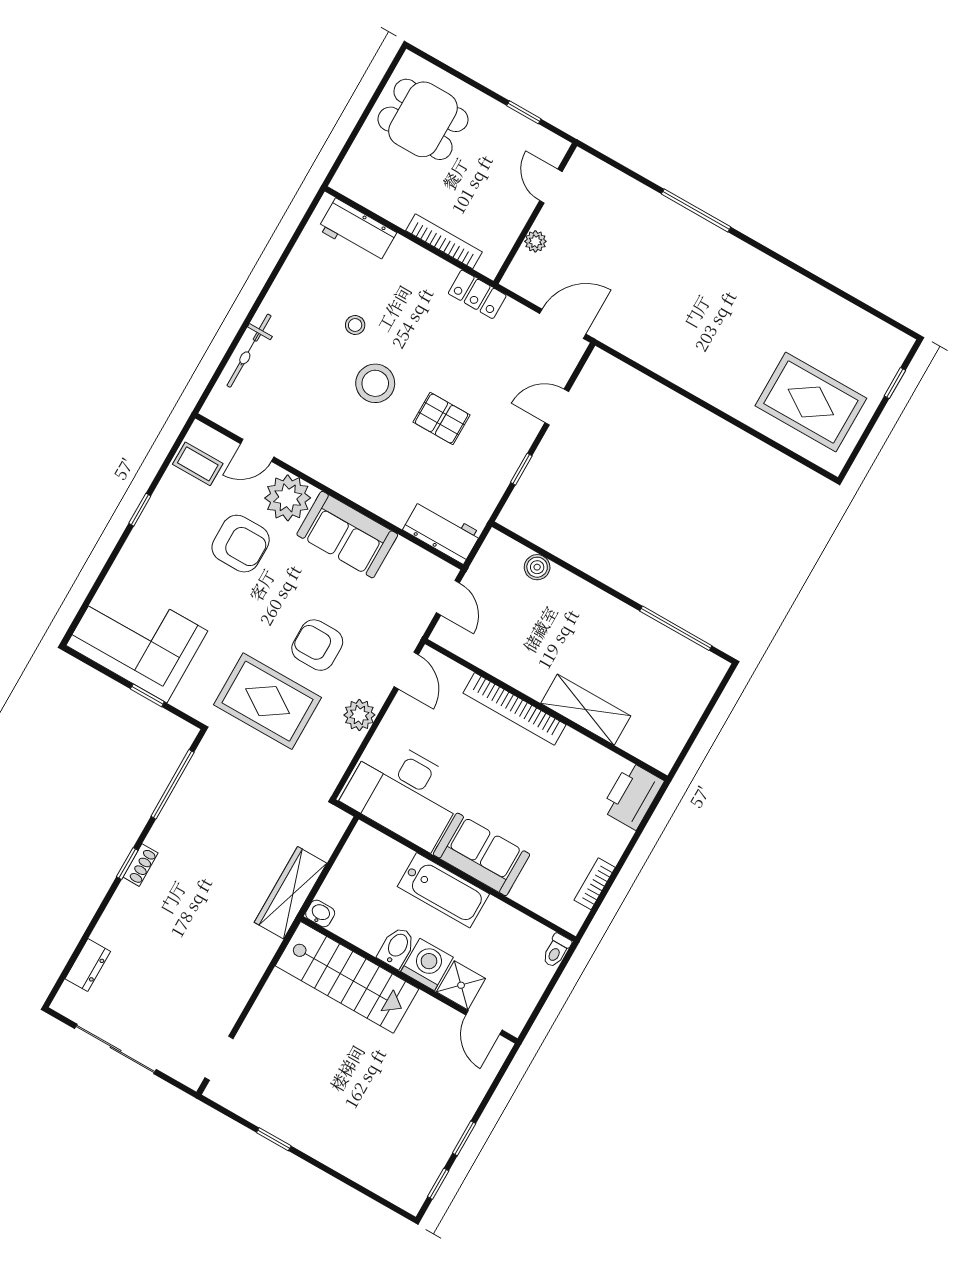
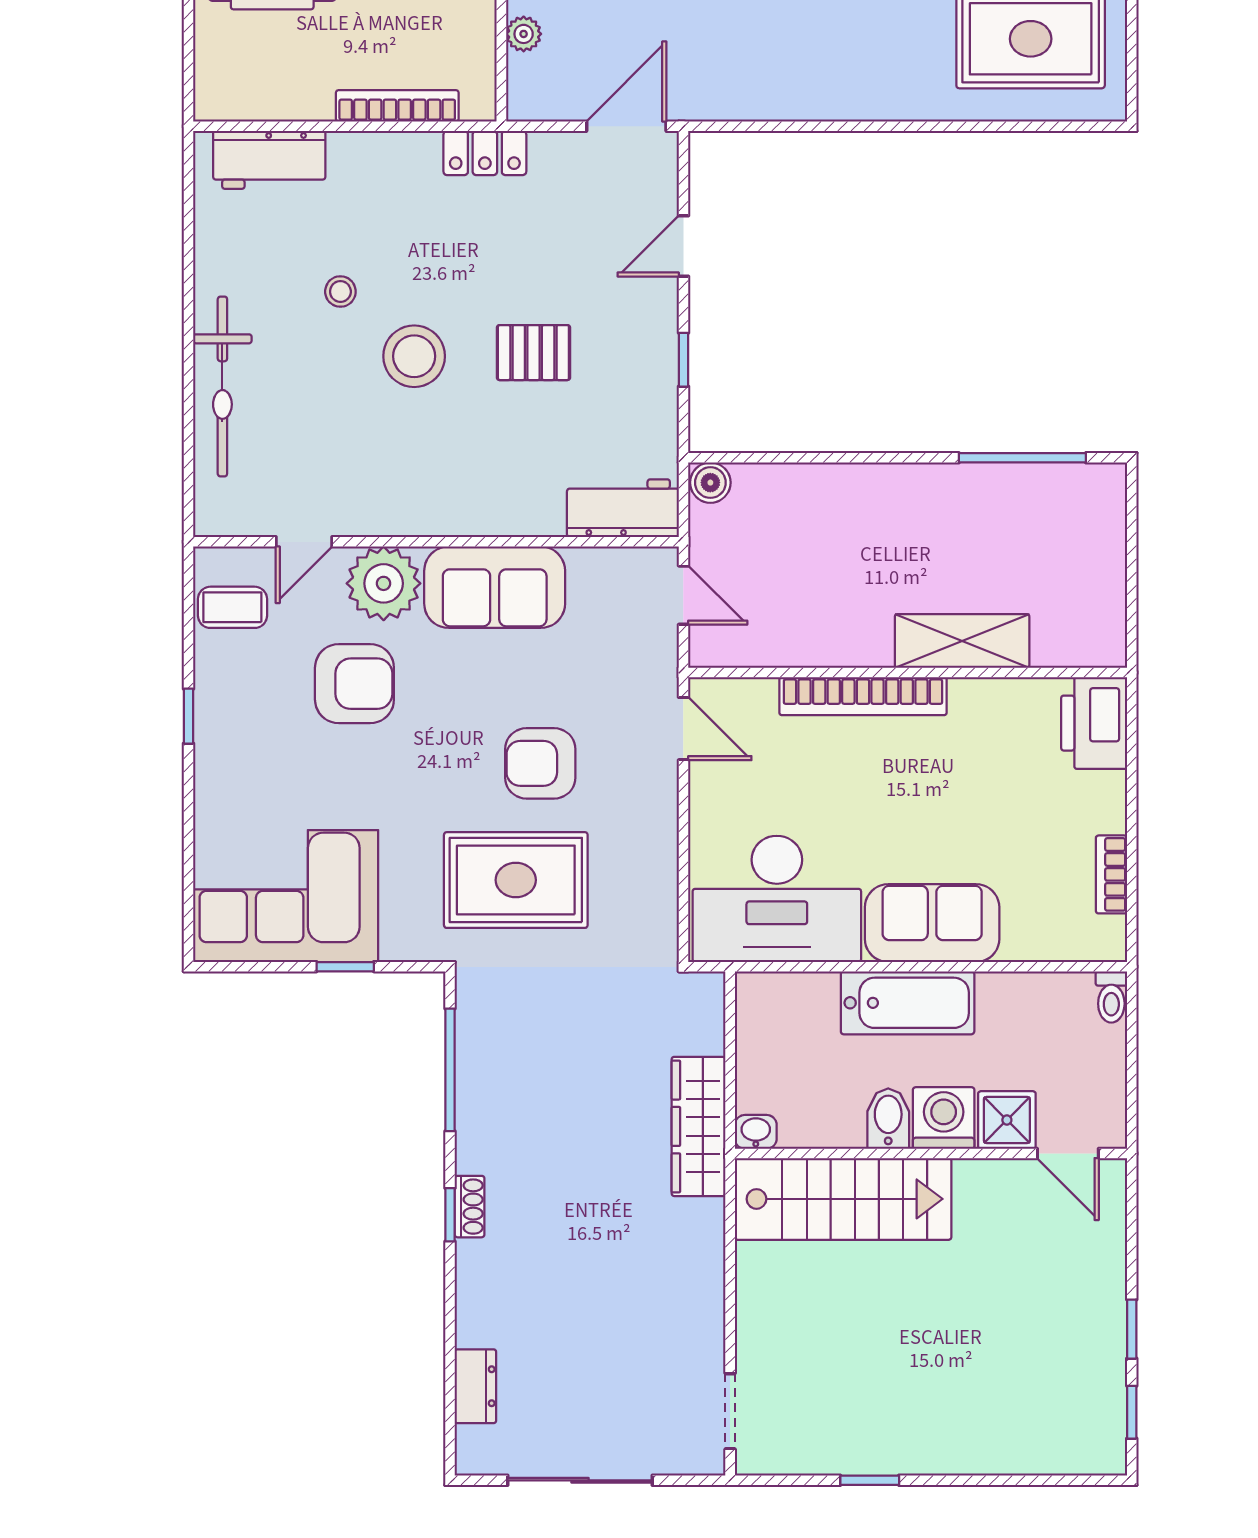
bicycle: (249, 351) -> (222, 386), width x1.37, depth x1.40
boiler: (537, 567) -> (710, 483), moved
plant: (359, 715) -> (654, 827), removed

